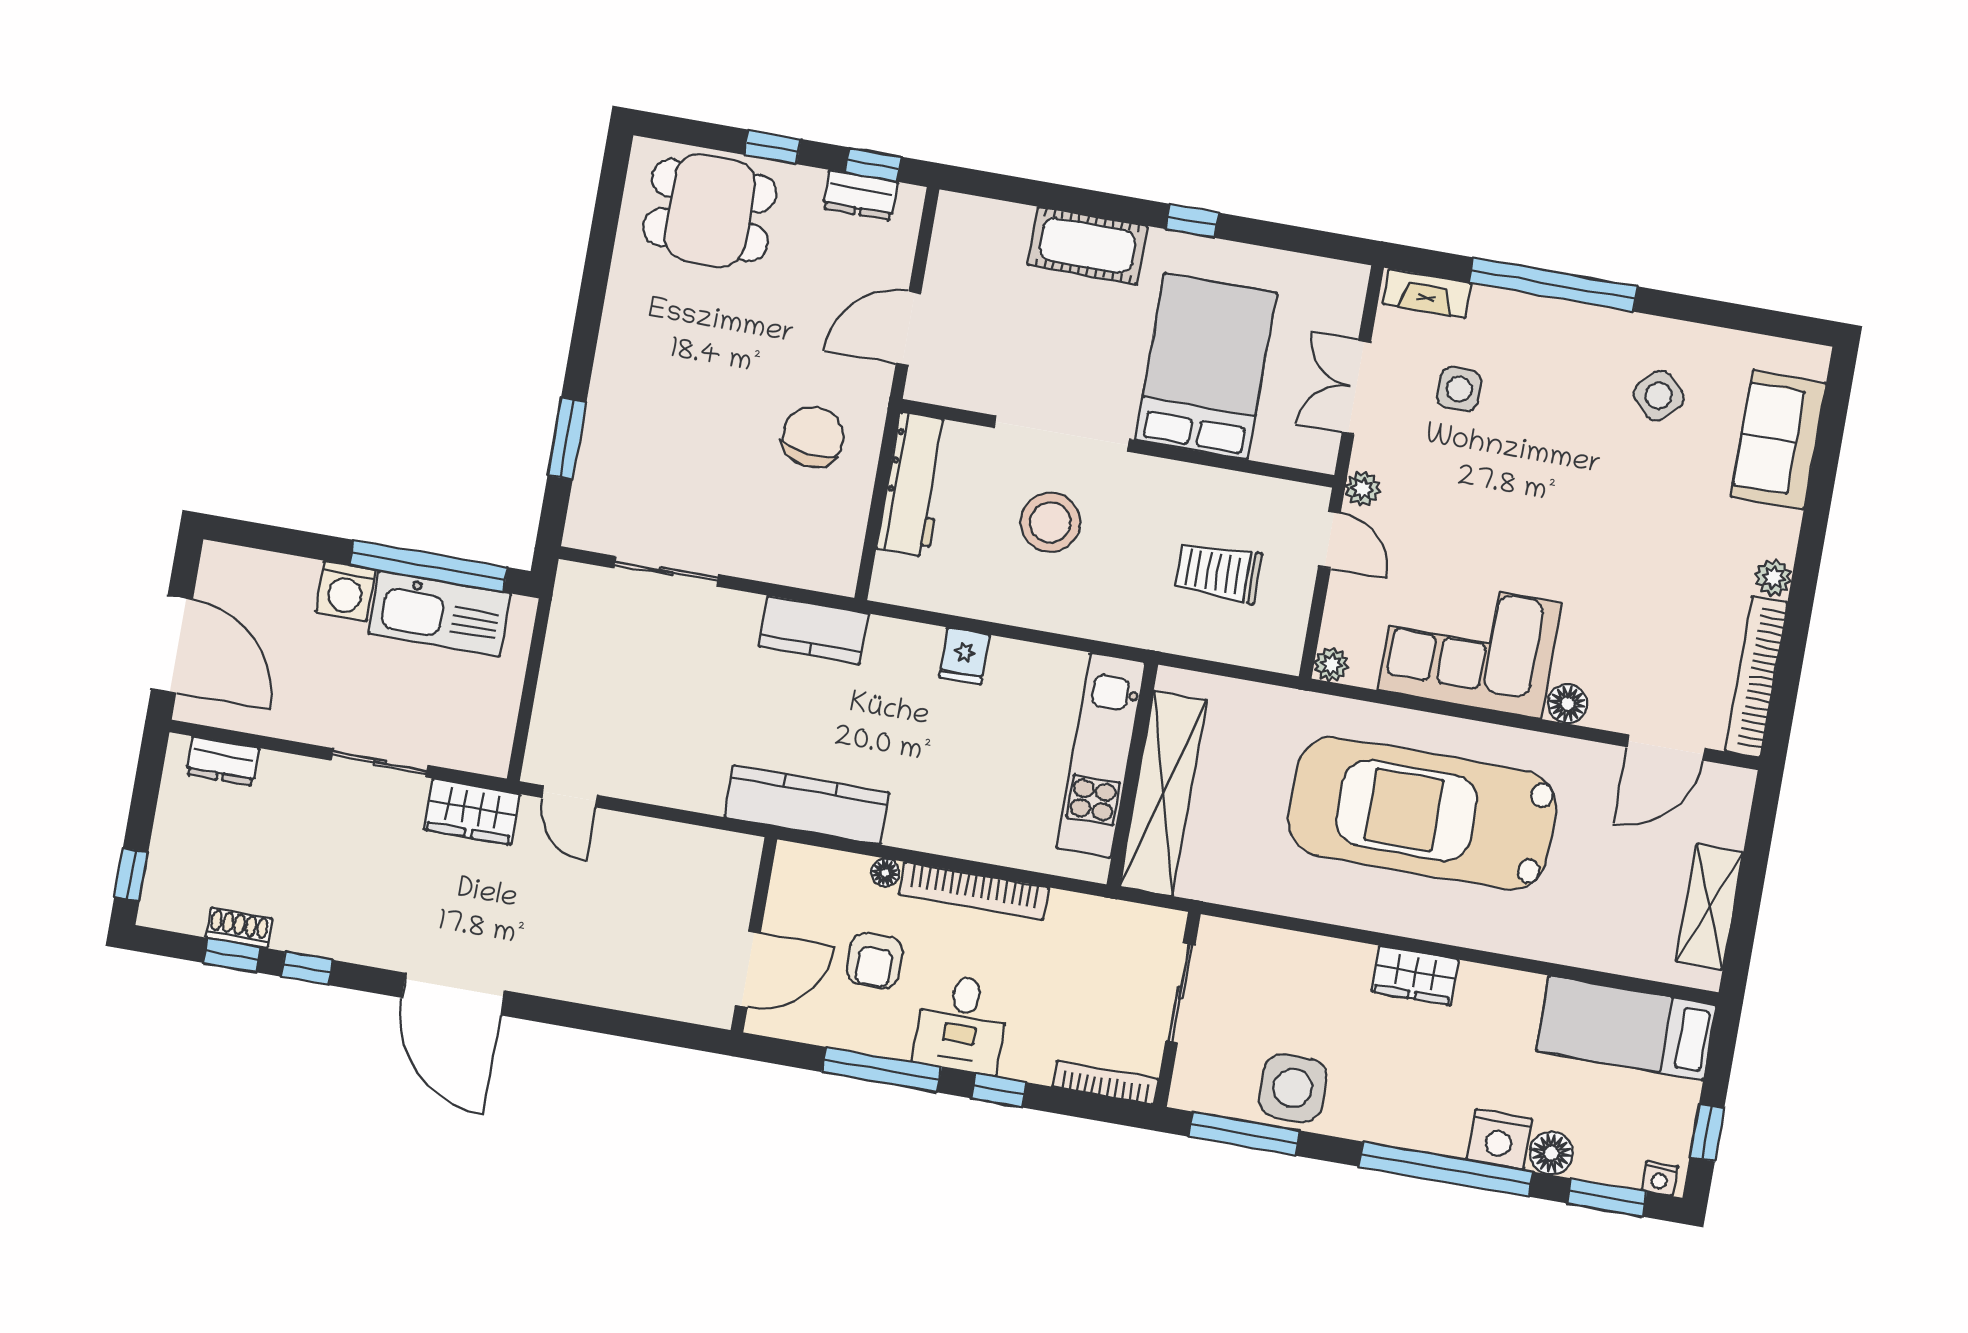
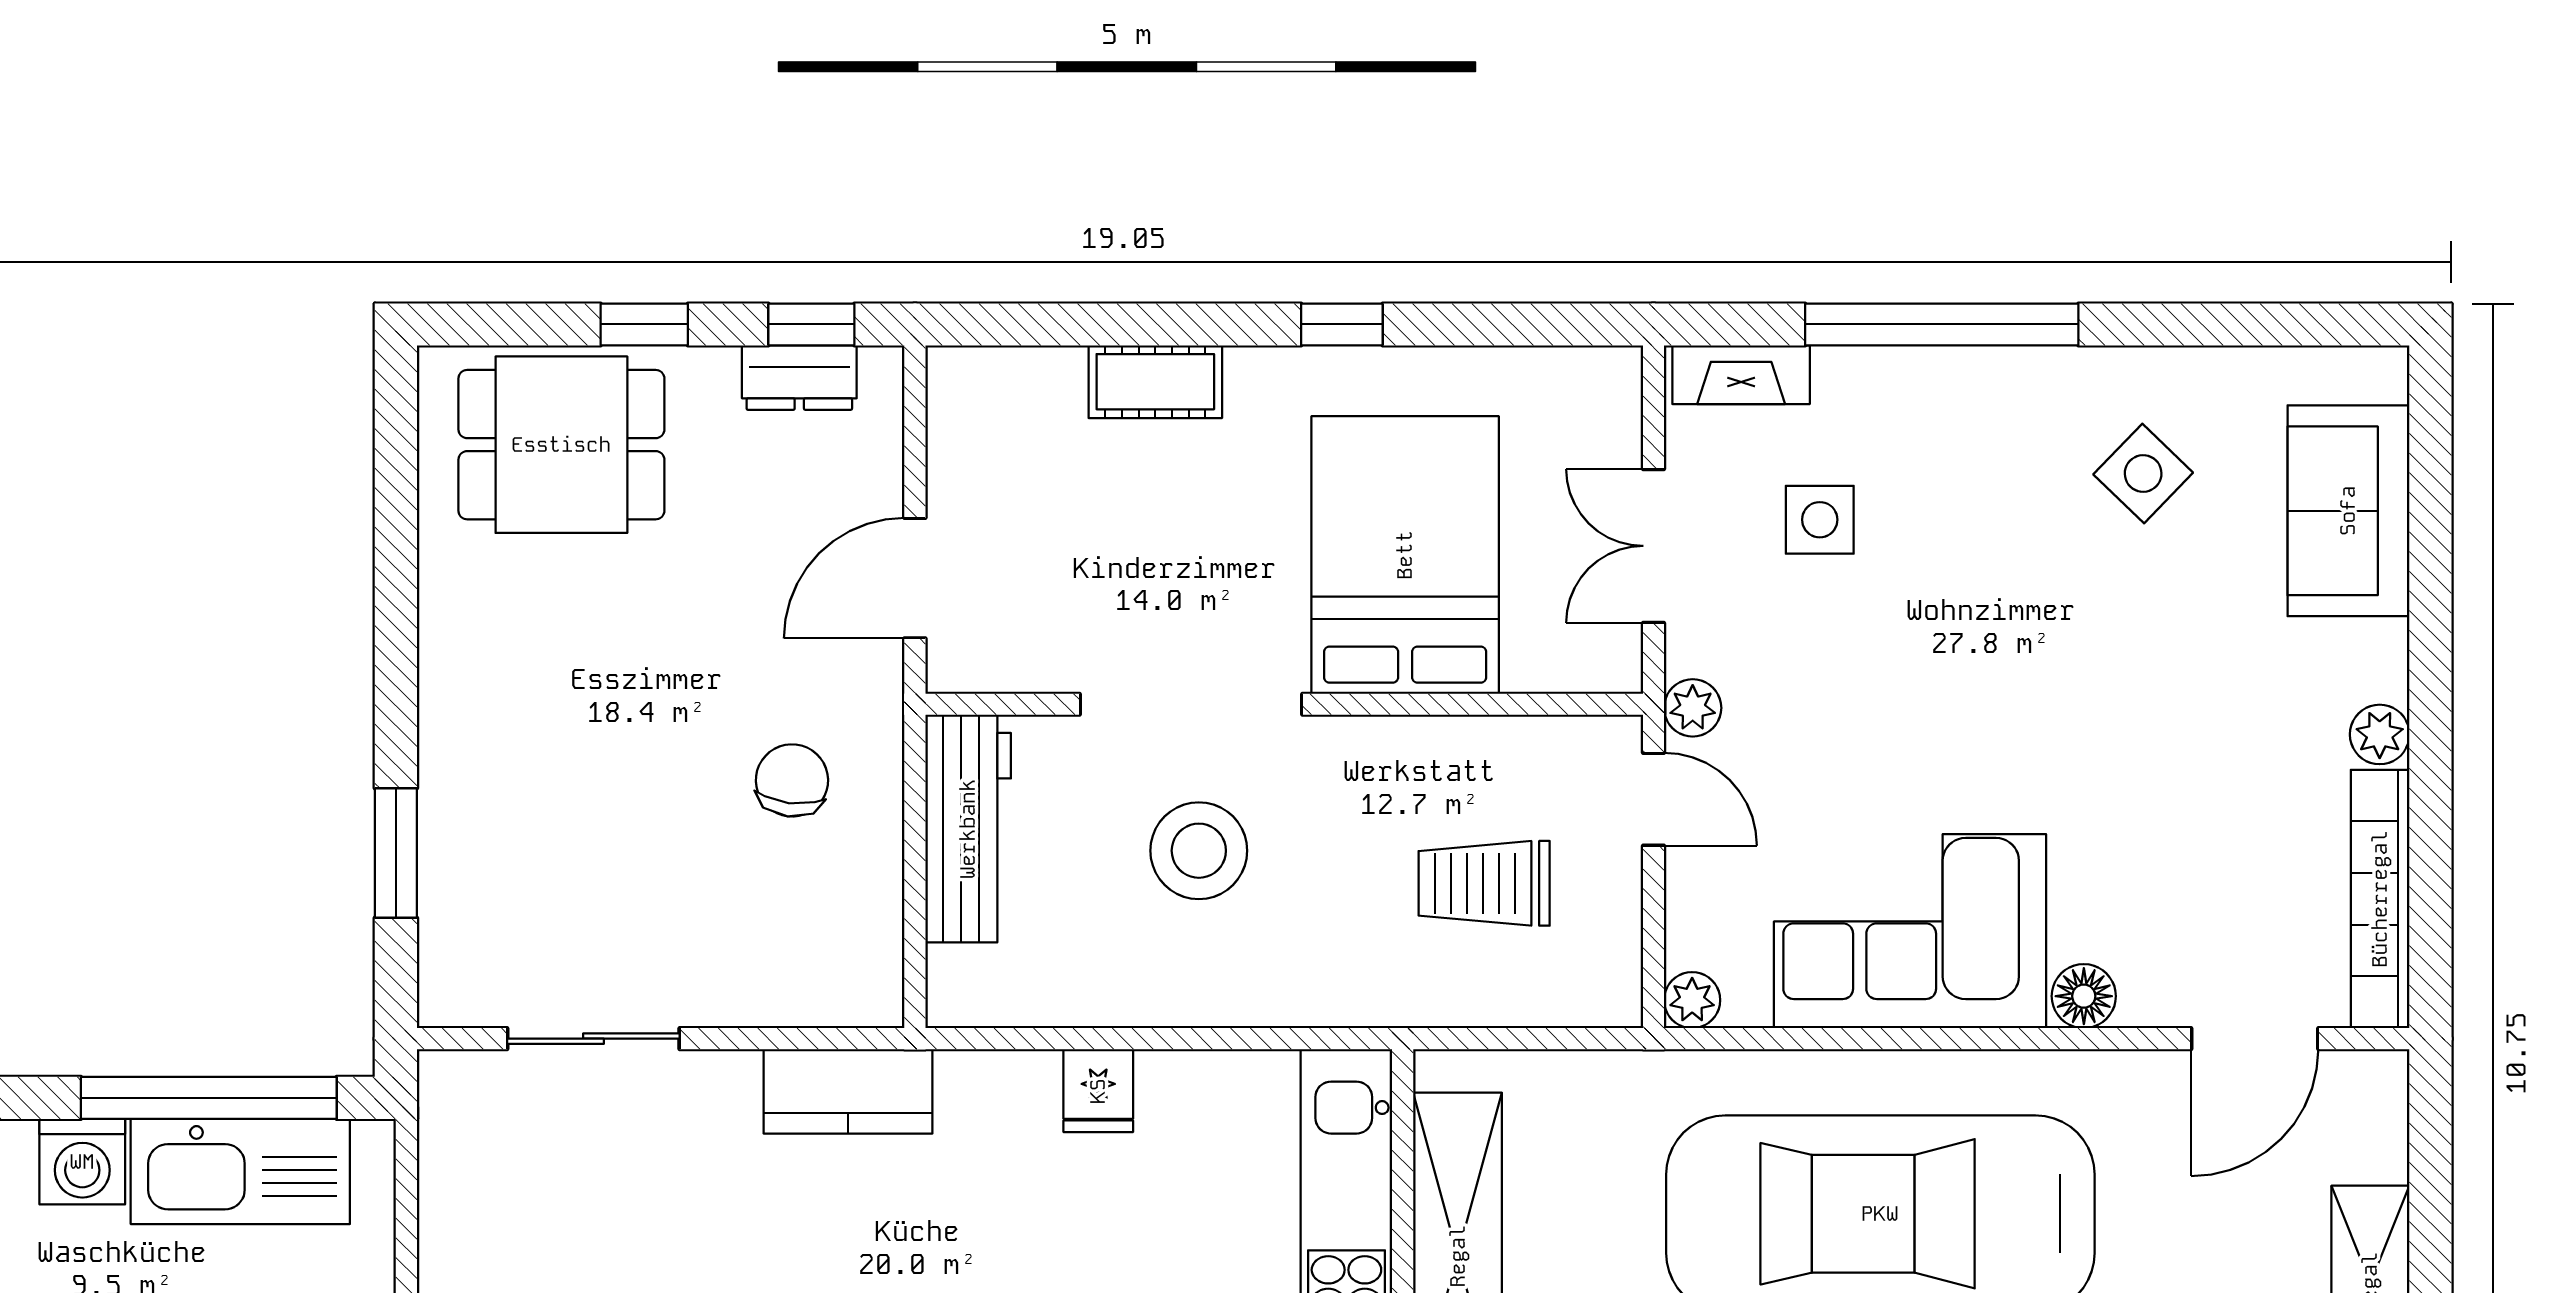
cot: (1087, 246) -> (1155, 382), width x0.73, depth x0.75
chair: (813, 437) -> (792, 780), width x0.73, depth x0.73

